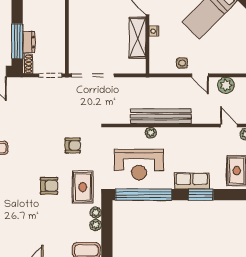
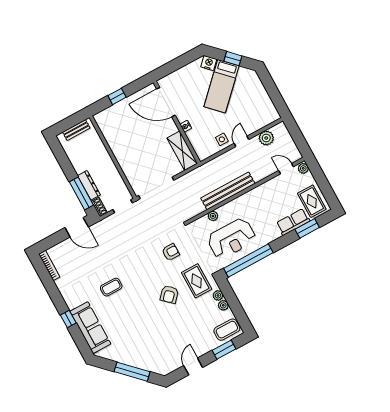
shelving: (138, 38) -> (182, 151), moved
dresser: (29, 42) -> (89, 185), width x1.44
door: (200, 75) -> (241, 141), swing flipped
plant: (151, 133) -> (213, 216), moved
row of seats: (192, 181) -> (293, 222), moved
armchair: (49, 186) -> (169, 294), turned 132
window: (201, 195) -> (307, 228), moved

